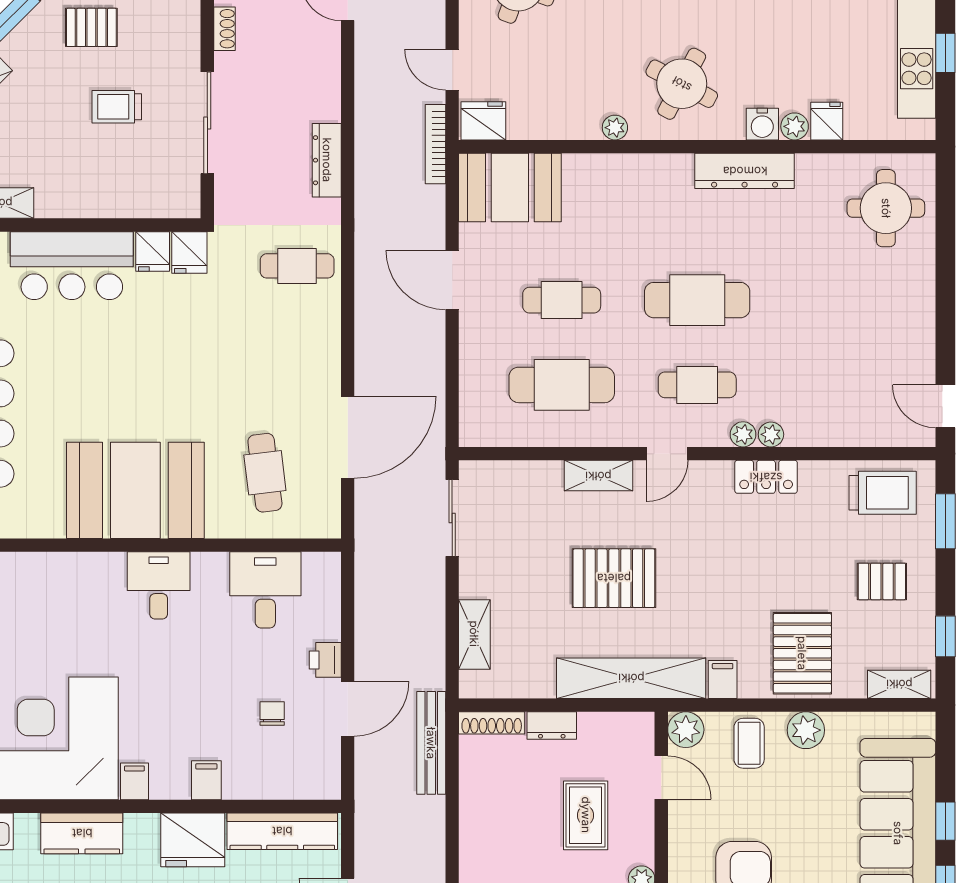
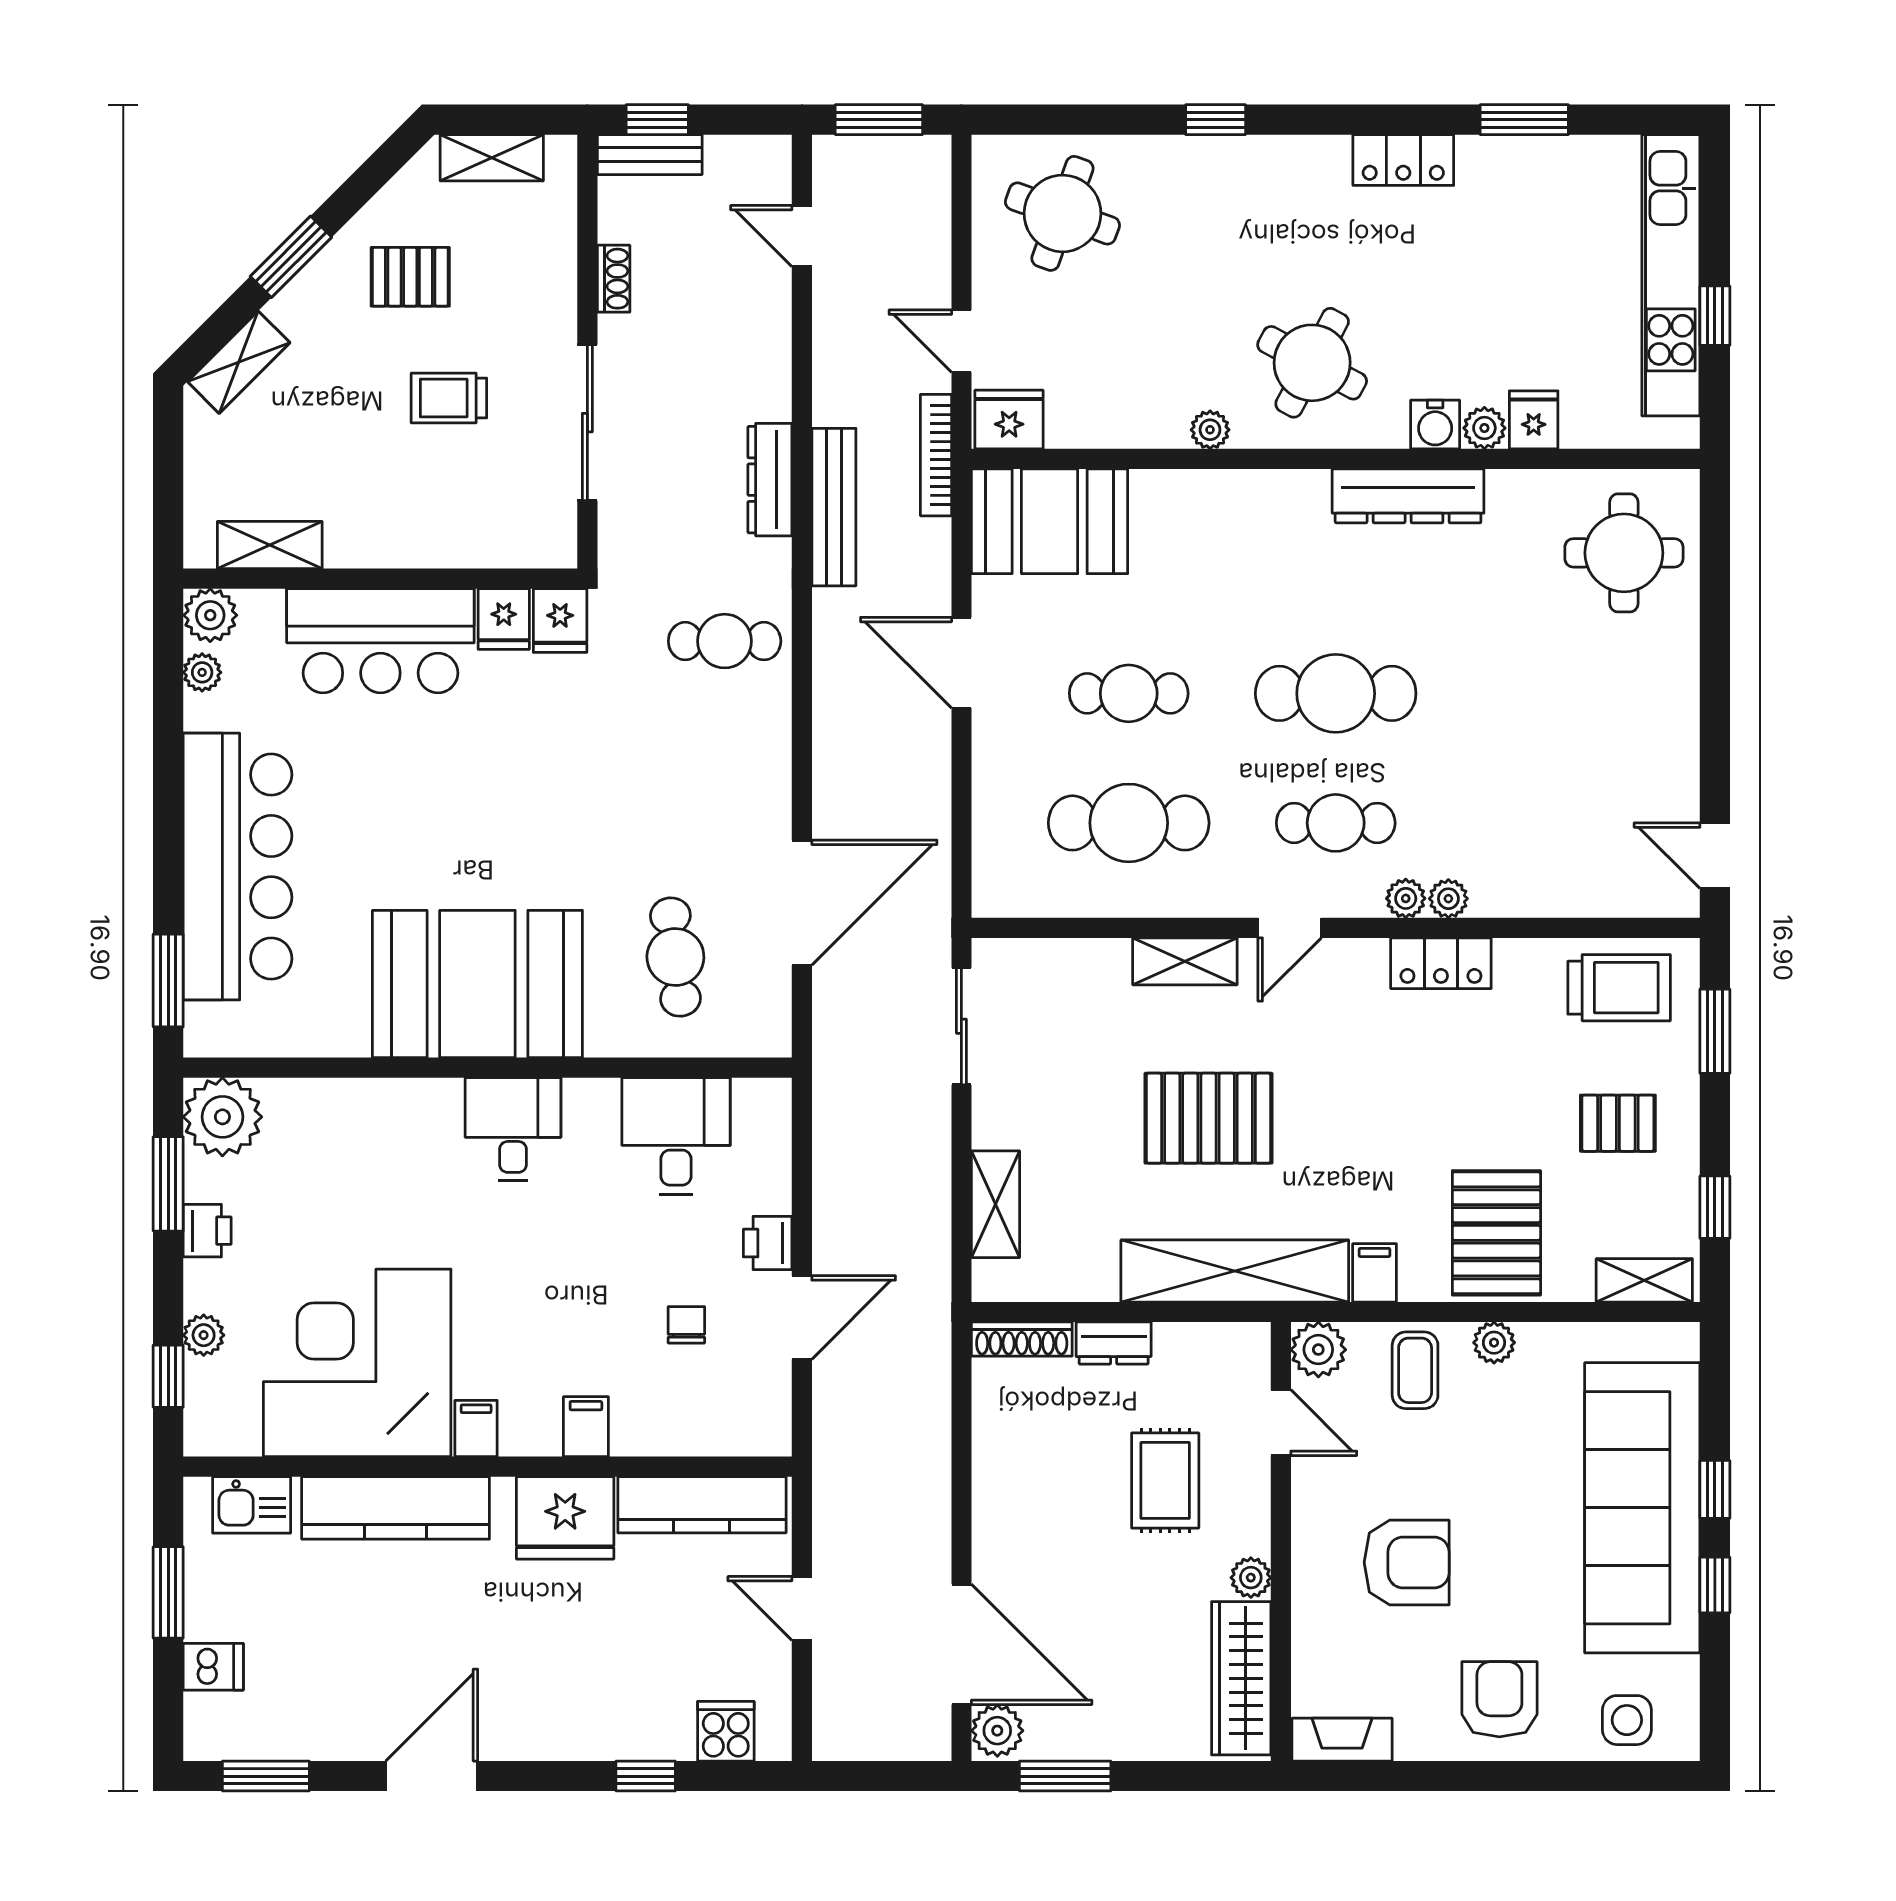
plant: (806, 730) -> (1494, 1343), width x0.73, depth x0.73
bench: (431, 743) -> (834, 507), moved
kitchen counter: (82, 833) -> (396, 1508), width x1.50

